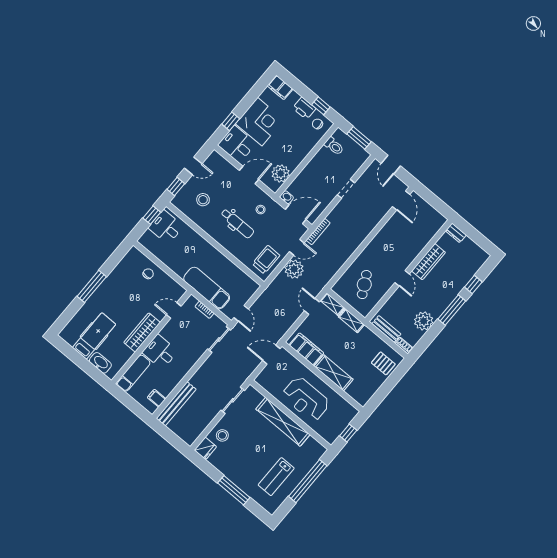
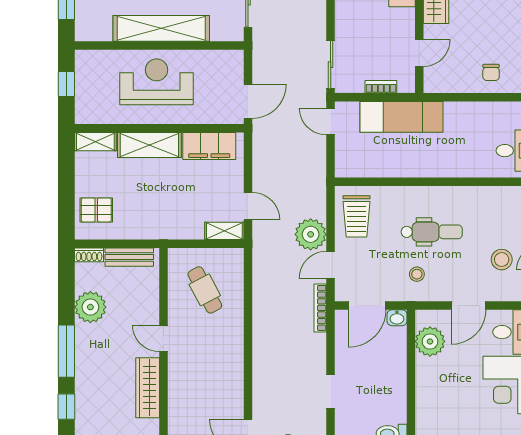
stool: (203, 200) -> (502, 260), moved
dental chair: (237, 223) -> (432, 232), turned 180
shelving: (351, 321) -> (95, 142), moved

